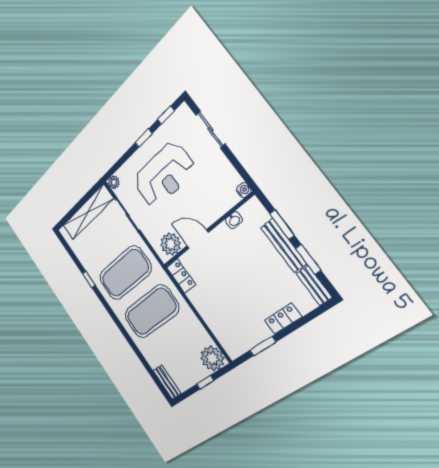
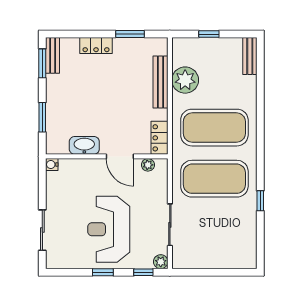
window: (166, 115) -> (143, 272), moved
reception desk: (164, 175) -> (109, 229), turned -90
shelving: (88, 212) -> (209, 259), removed
washbasin: (234, 220) -> (84, 145), width x1.91, depth x1.45
plant: (171, 244) -> (148, 165), width x0.53, depth x0.53
bench: (284, 245) -> (161, 82), moved
window: (308, 259) -> (42, 63), moved
plant: (212, 358) -> (185, 80), moved

